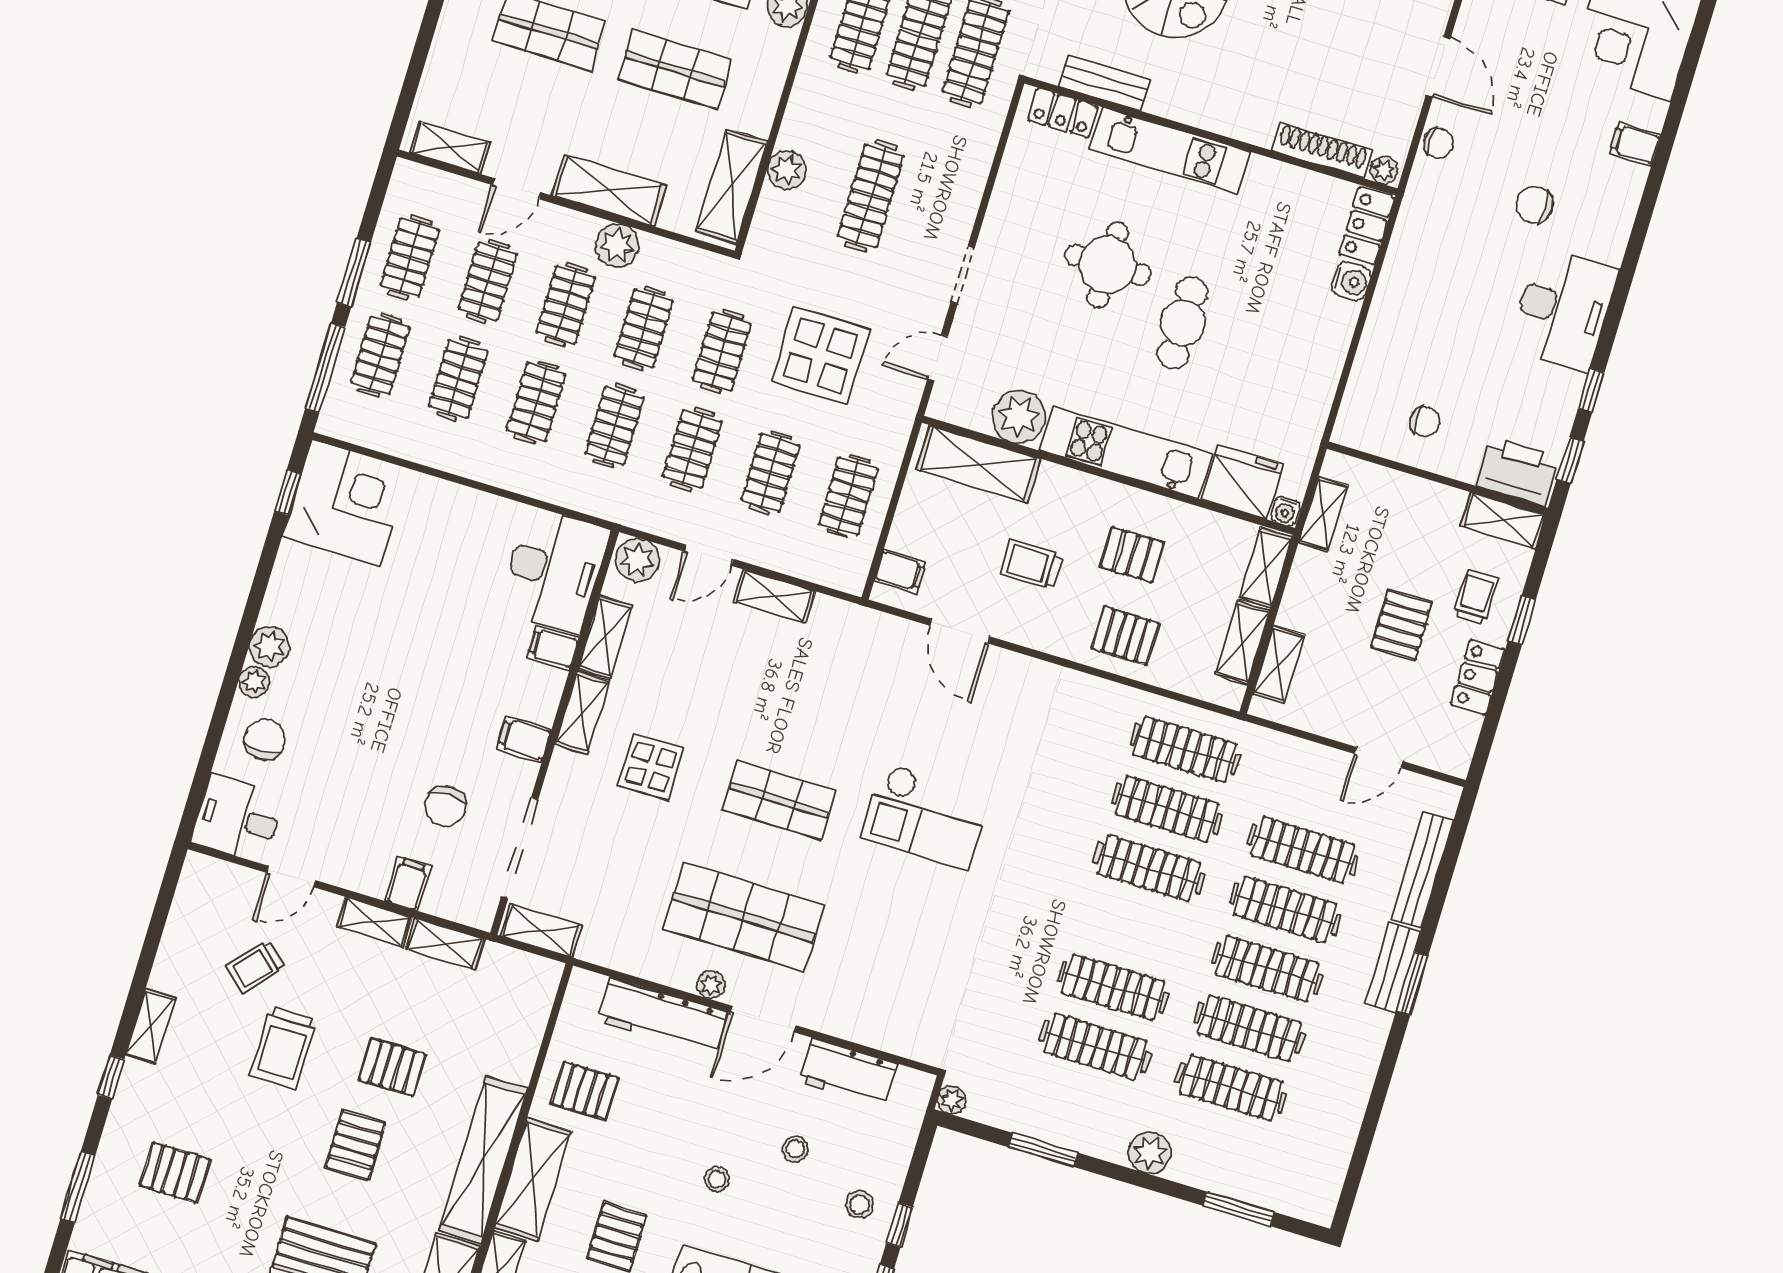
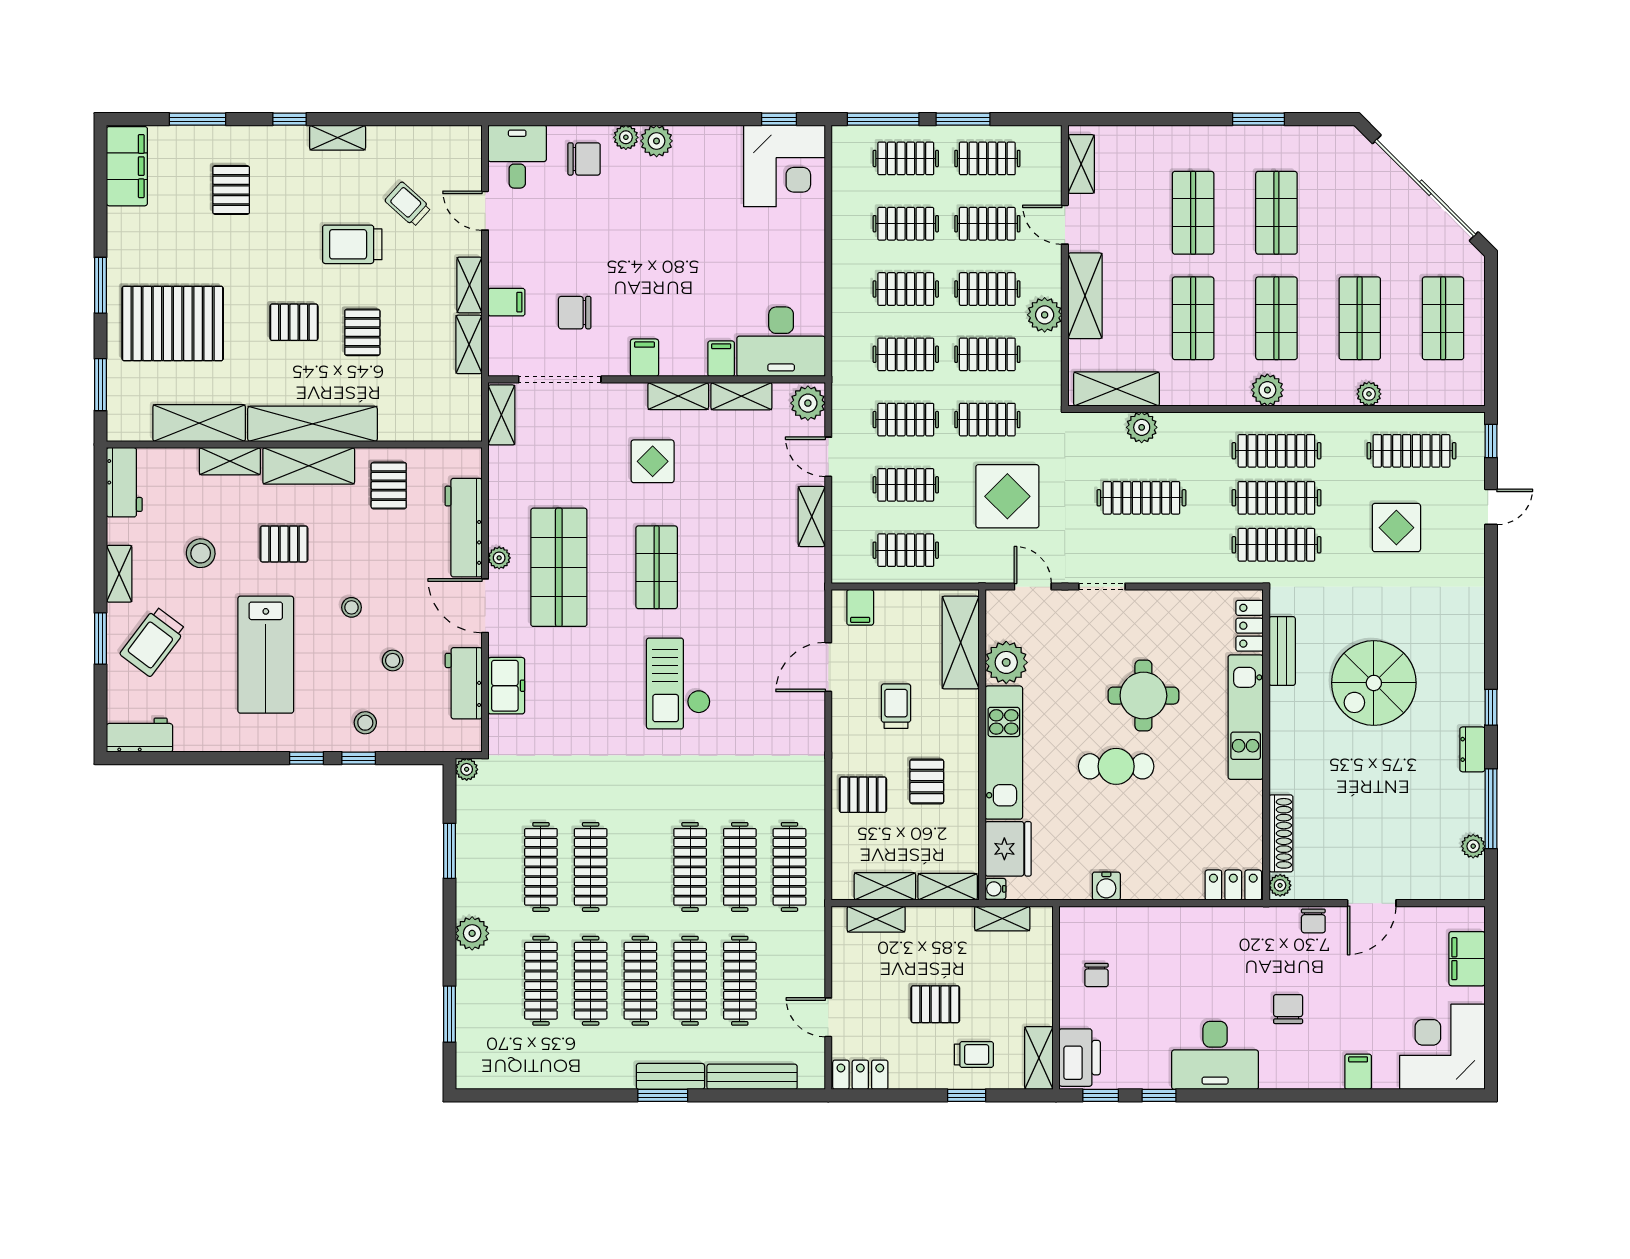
water cooler: (1351, 281) -> (1106, 886), moved
pallet: (1125, 636) -> (863, 795), turned 90
locker: (1478, 677) -> (860, 1075), moved
freezer: (866, 1022) -> (506, 686), added

